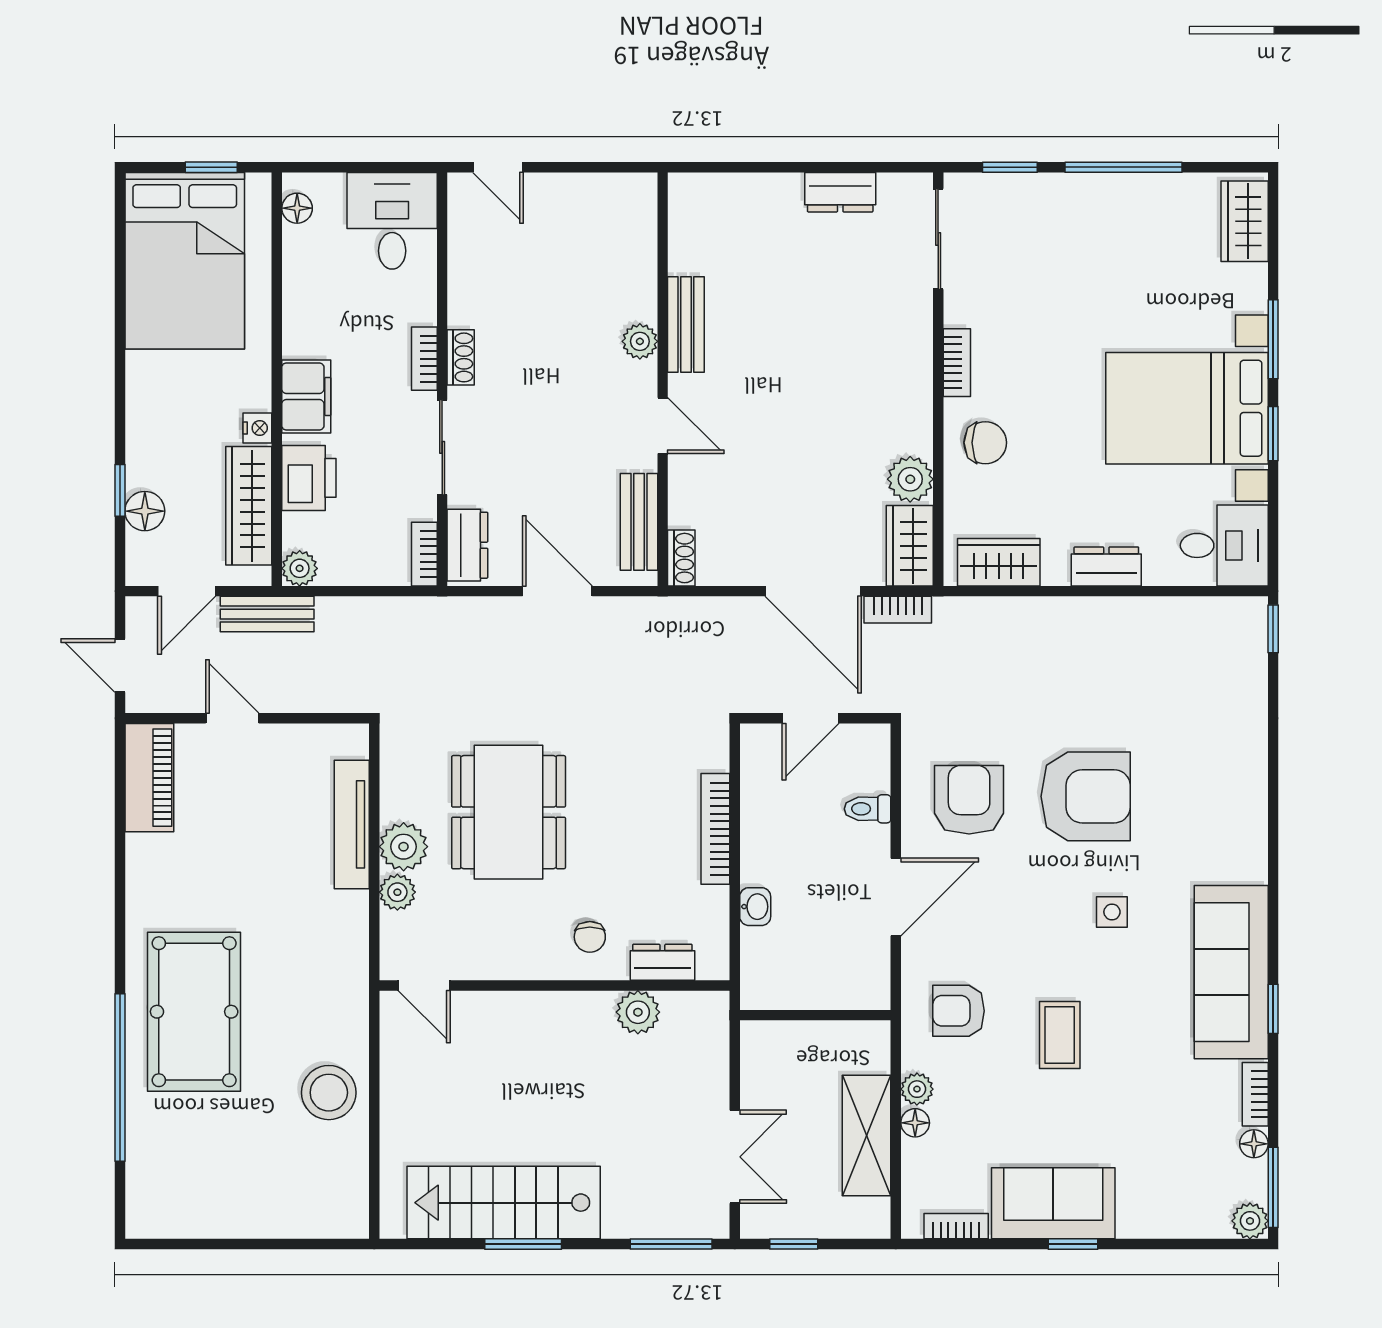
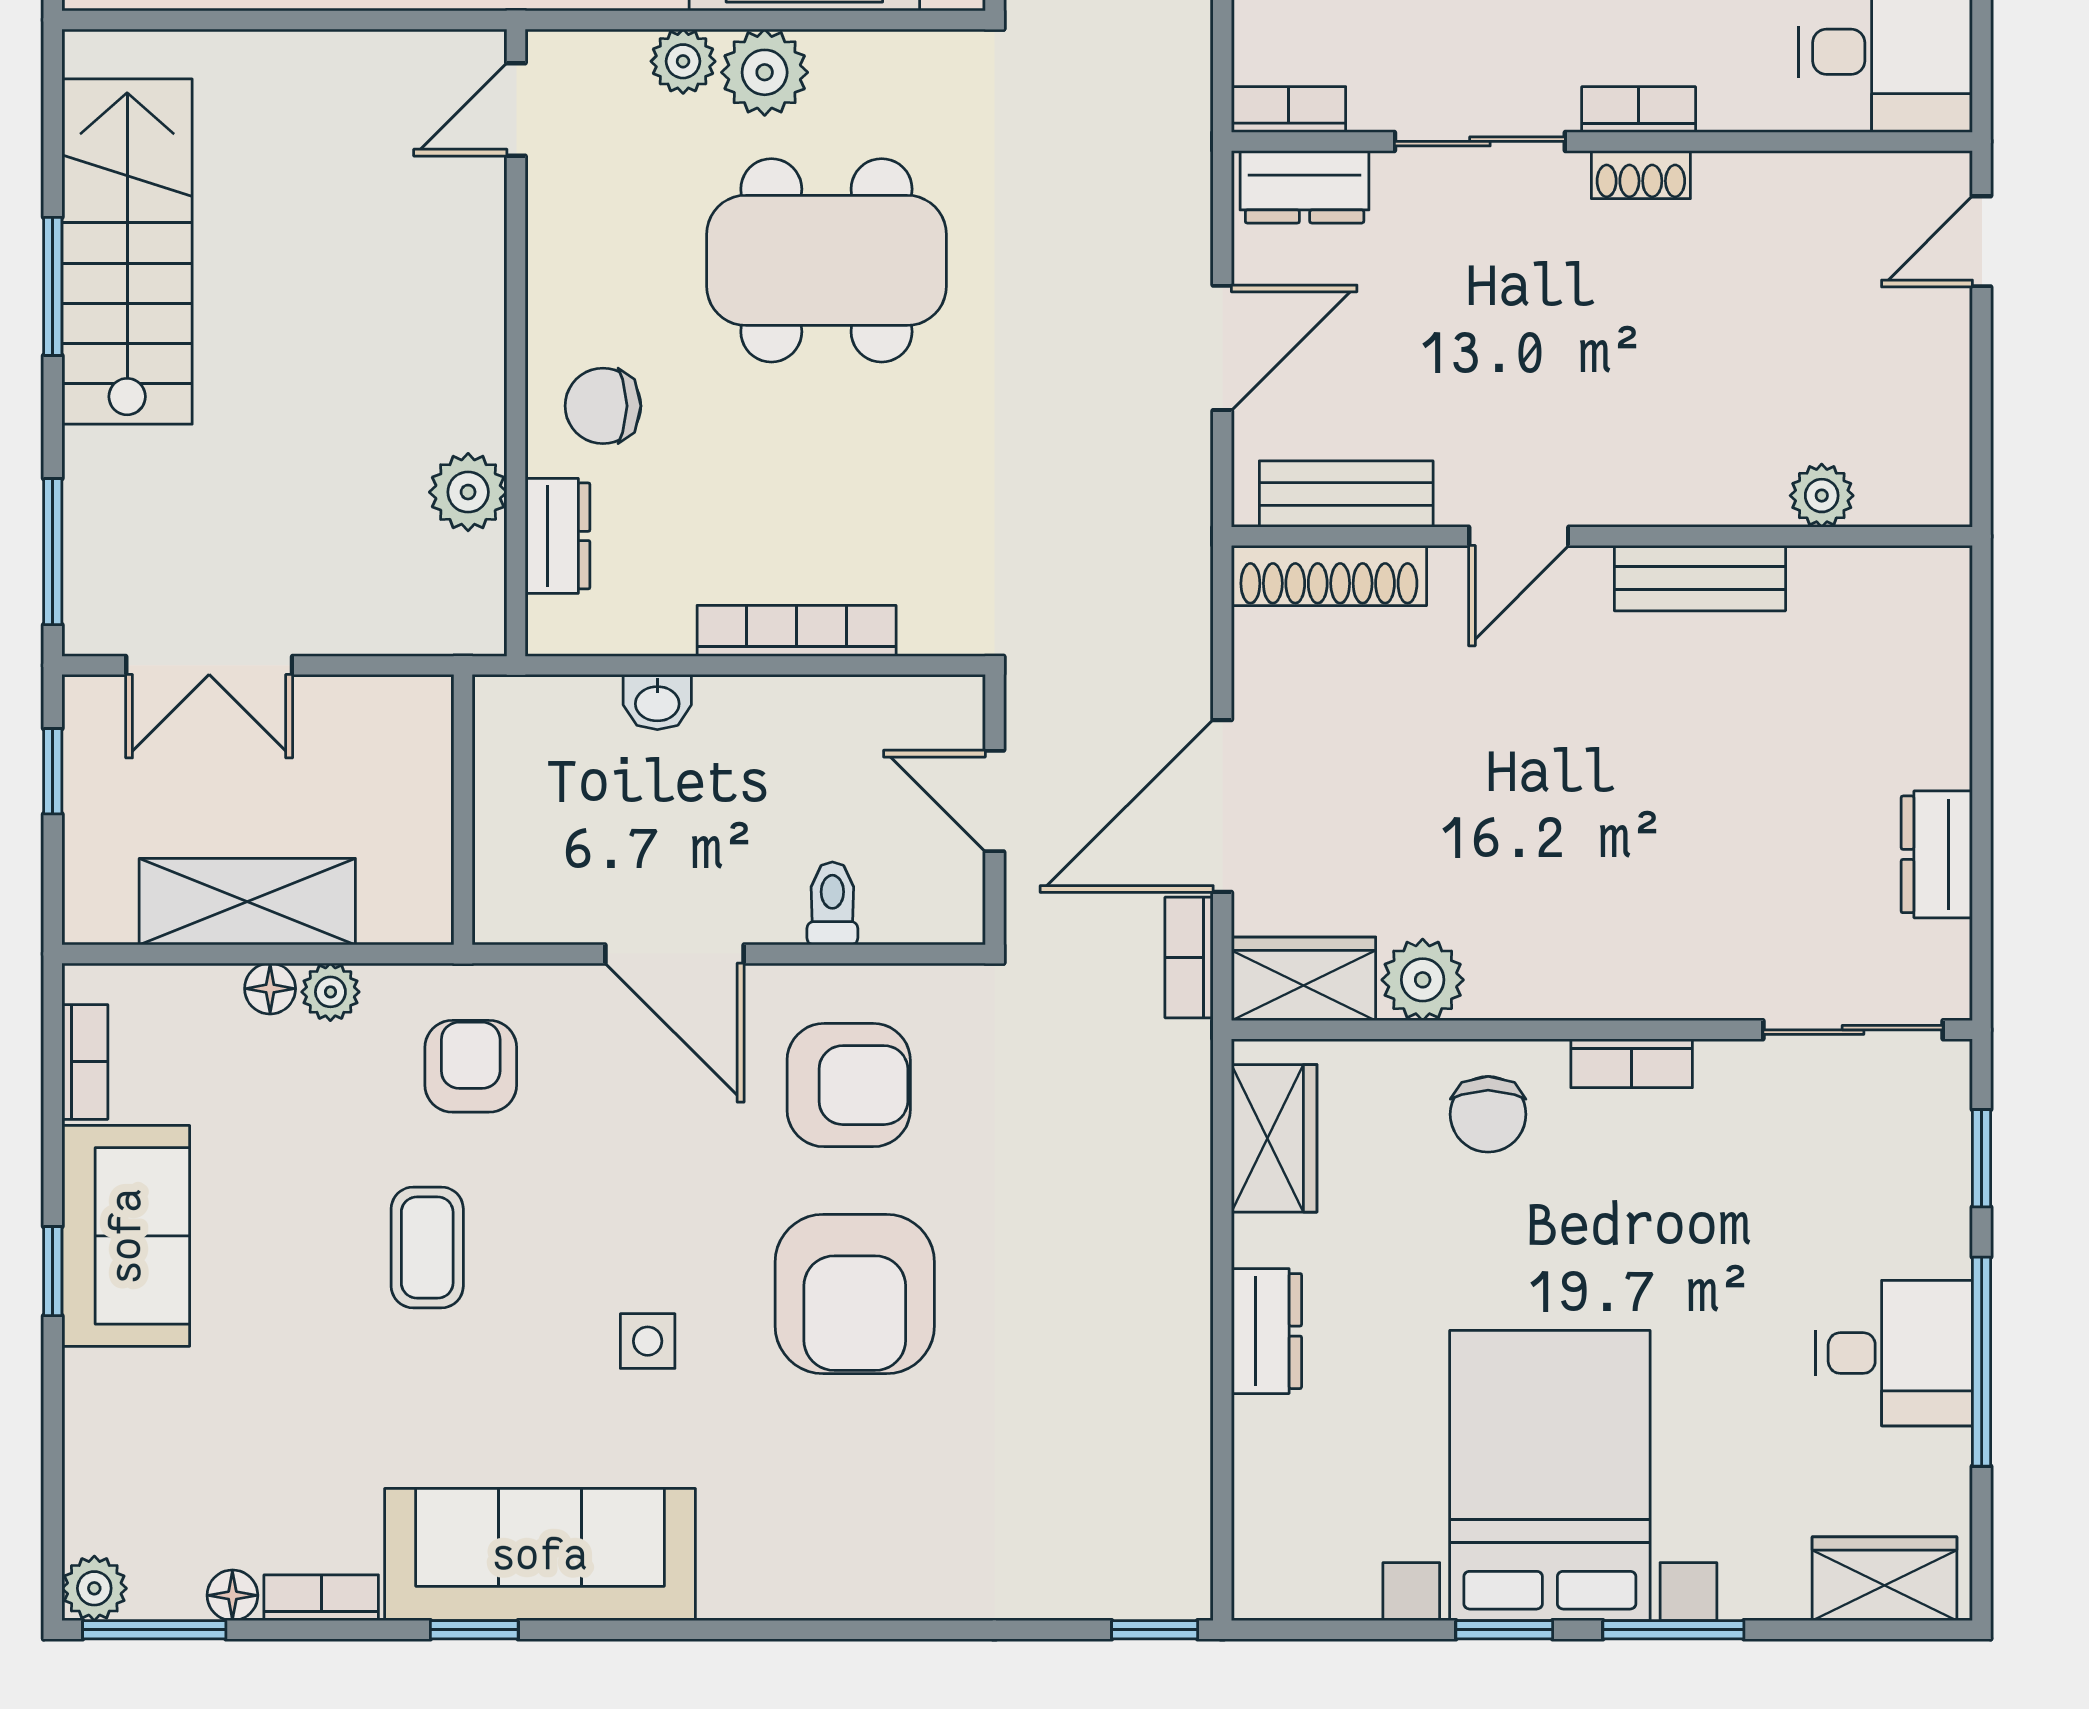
plant: (640, 341) -> (1822, 496), moved
desk: (1224, 545) -> (1894, 1353), moved, turned -90
shoe rack: (681, 558) -> (1329, 576), width x1.94, depth x1.24
chair: (590, 937) -> (603, 406), width x1.37, depth x1.37
coffee table: (1060, 1035) -> (427, 1247), turned 90

